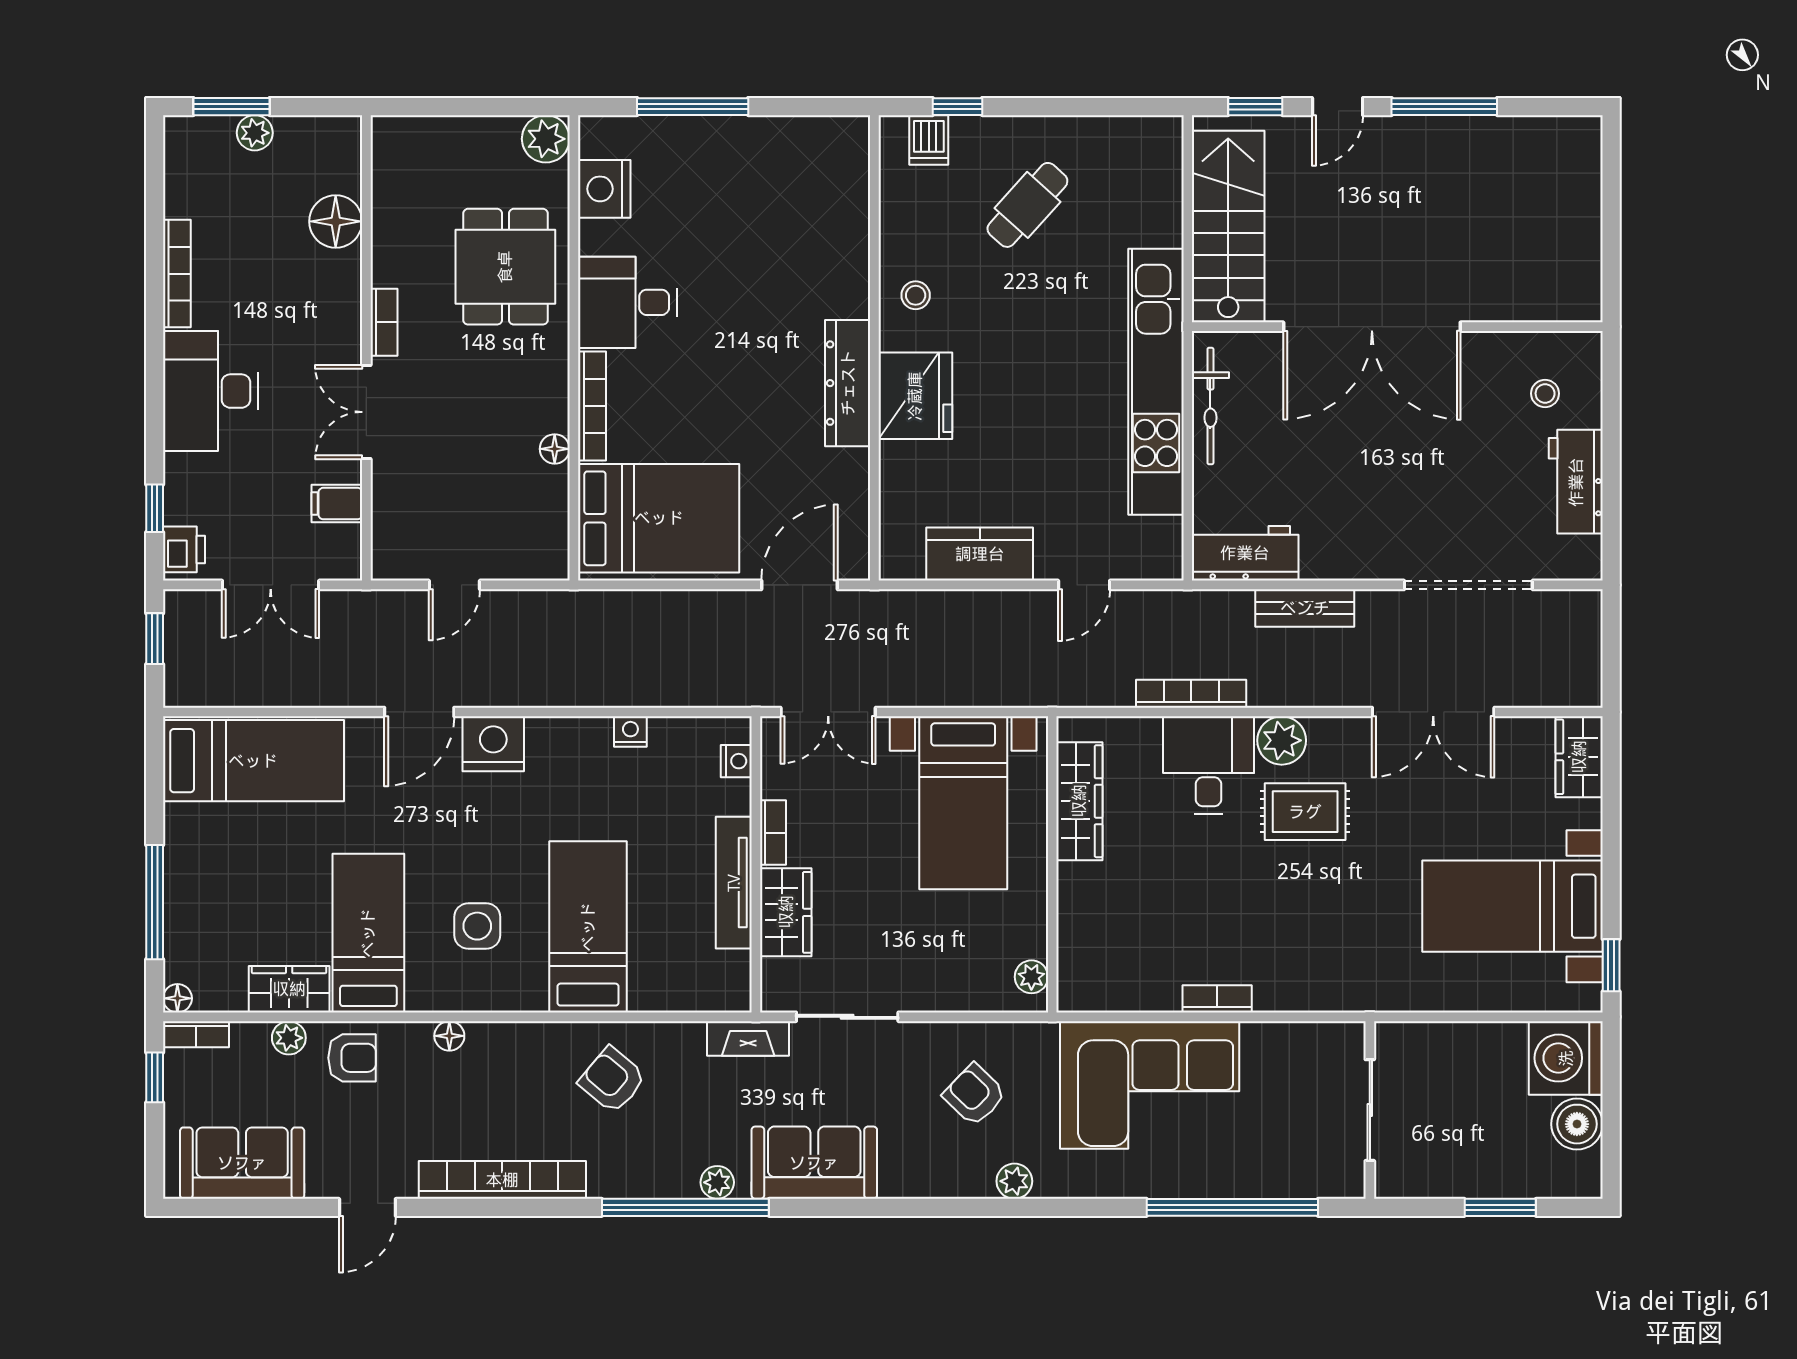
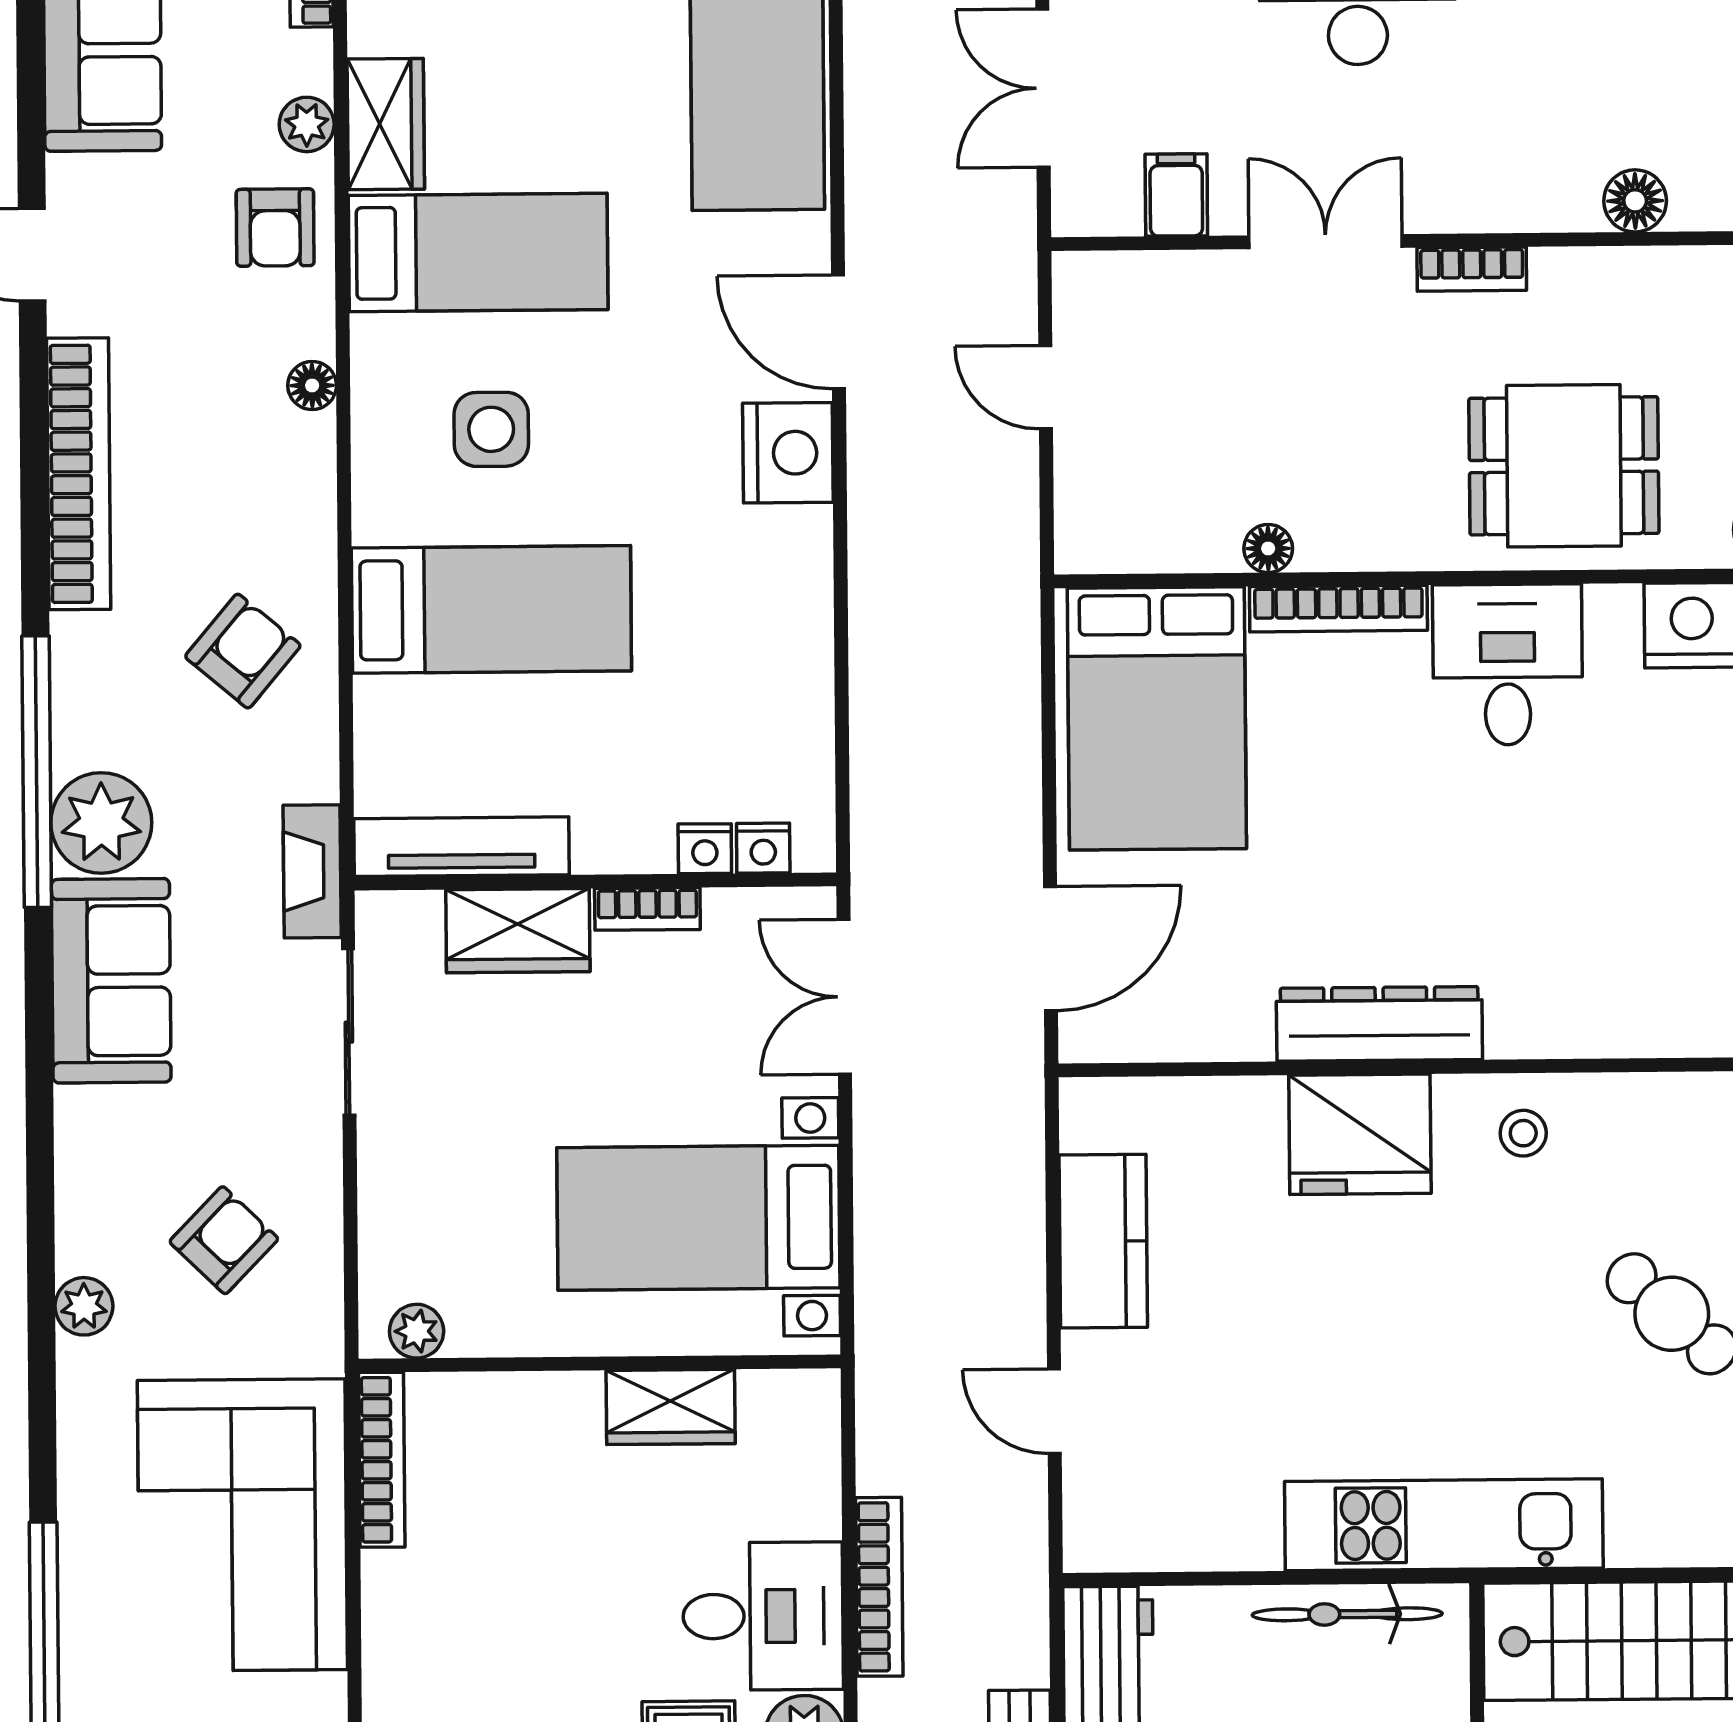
floor lamp: (336, 221) -> (1635, 201), width x0.73, depth x0.73
kitchen unit: (1156, 382) -> (1444, 1525), width x0.73
door: (799, 585) -> (1050, 948), hinge flipped
nightstand: (630, 732) -> (705, 849), moved, turned 90
wardrobe: (1079, 801) -> (671, 1407), width x0.67
tv unit: (734, 883) -> (461, 847), moved
bookcase: (1217, 999) -> (382, 1460), moved, width x1.56
plant: (717, 1182) -> (101, 823), width x1.87, depth x1.87

